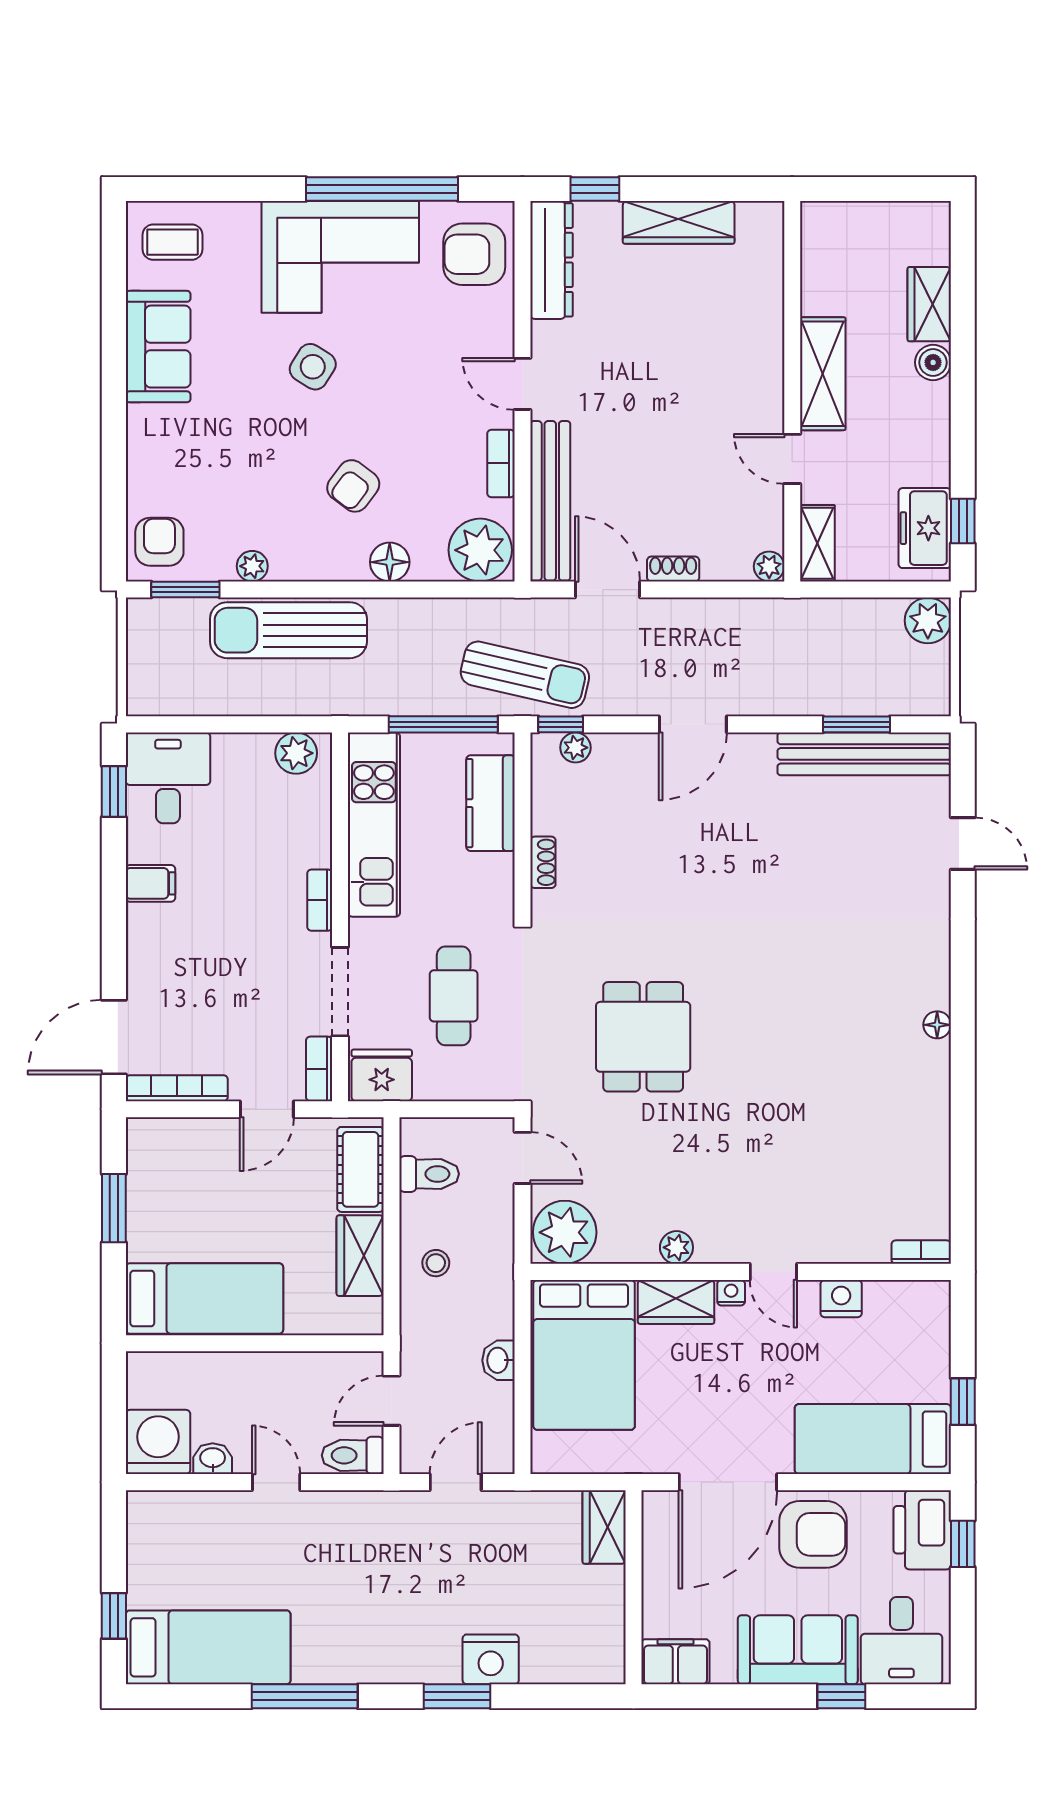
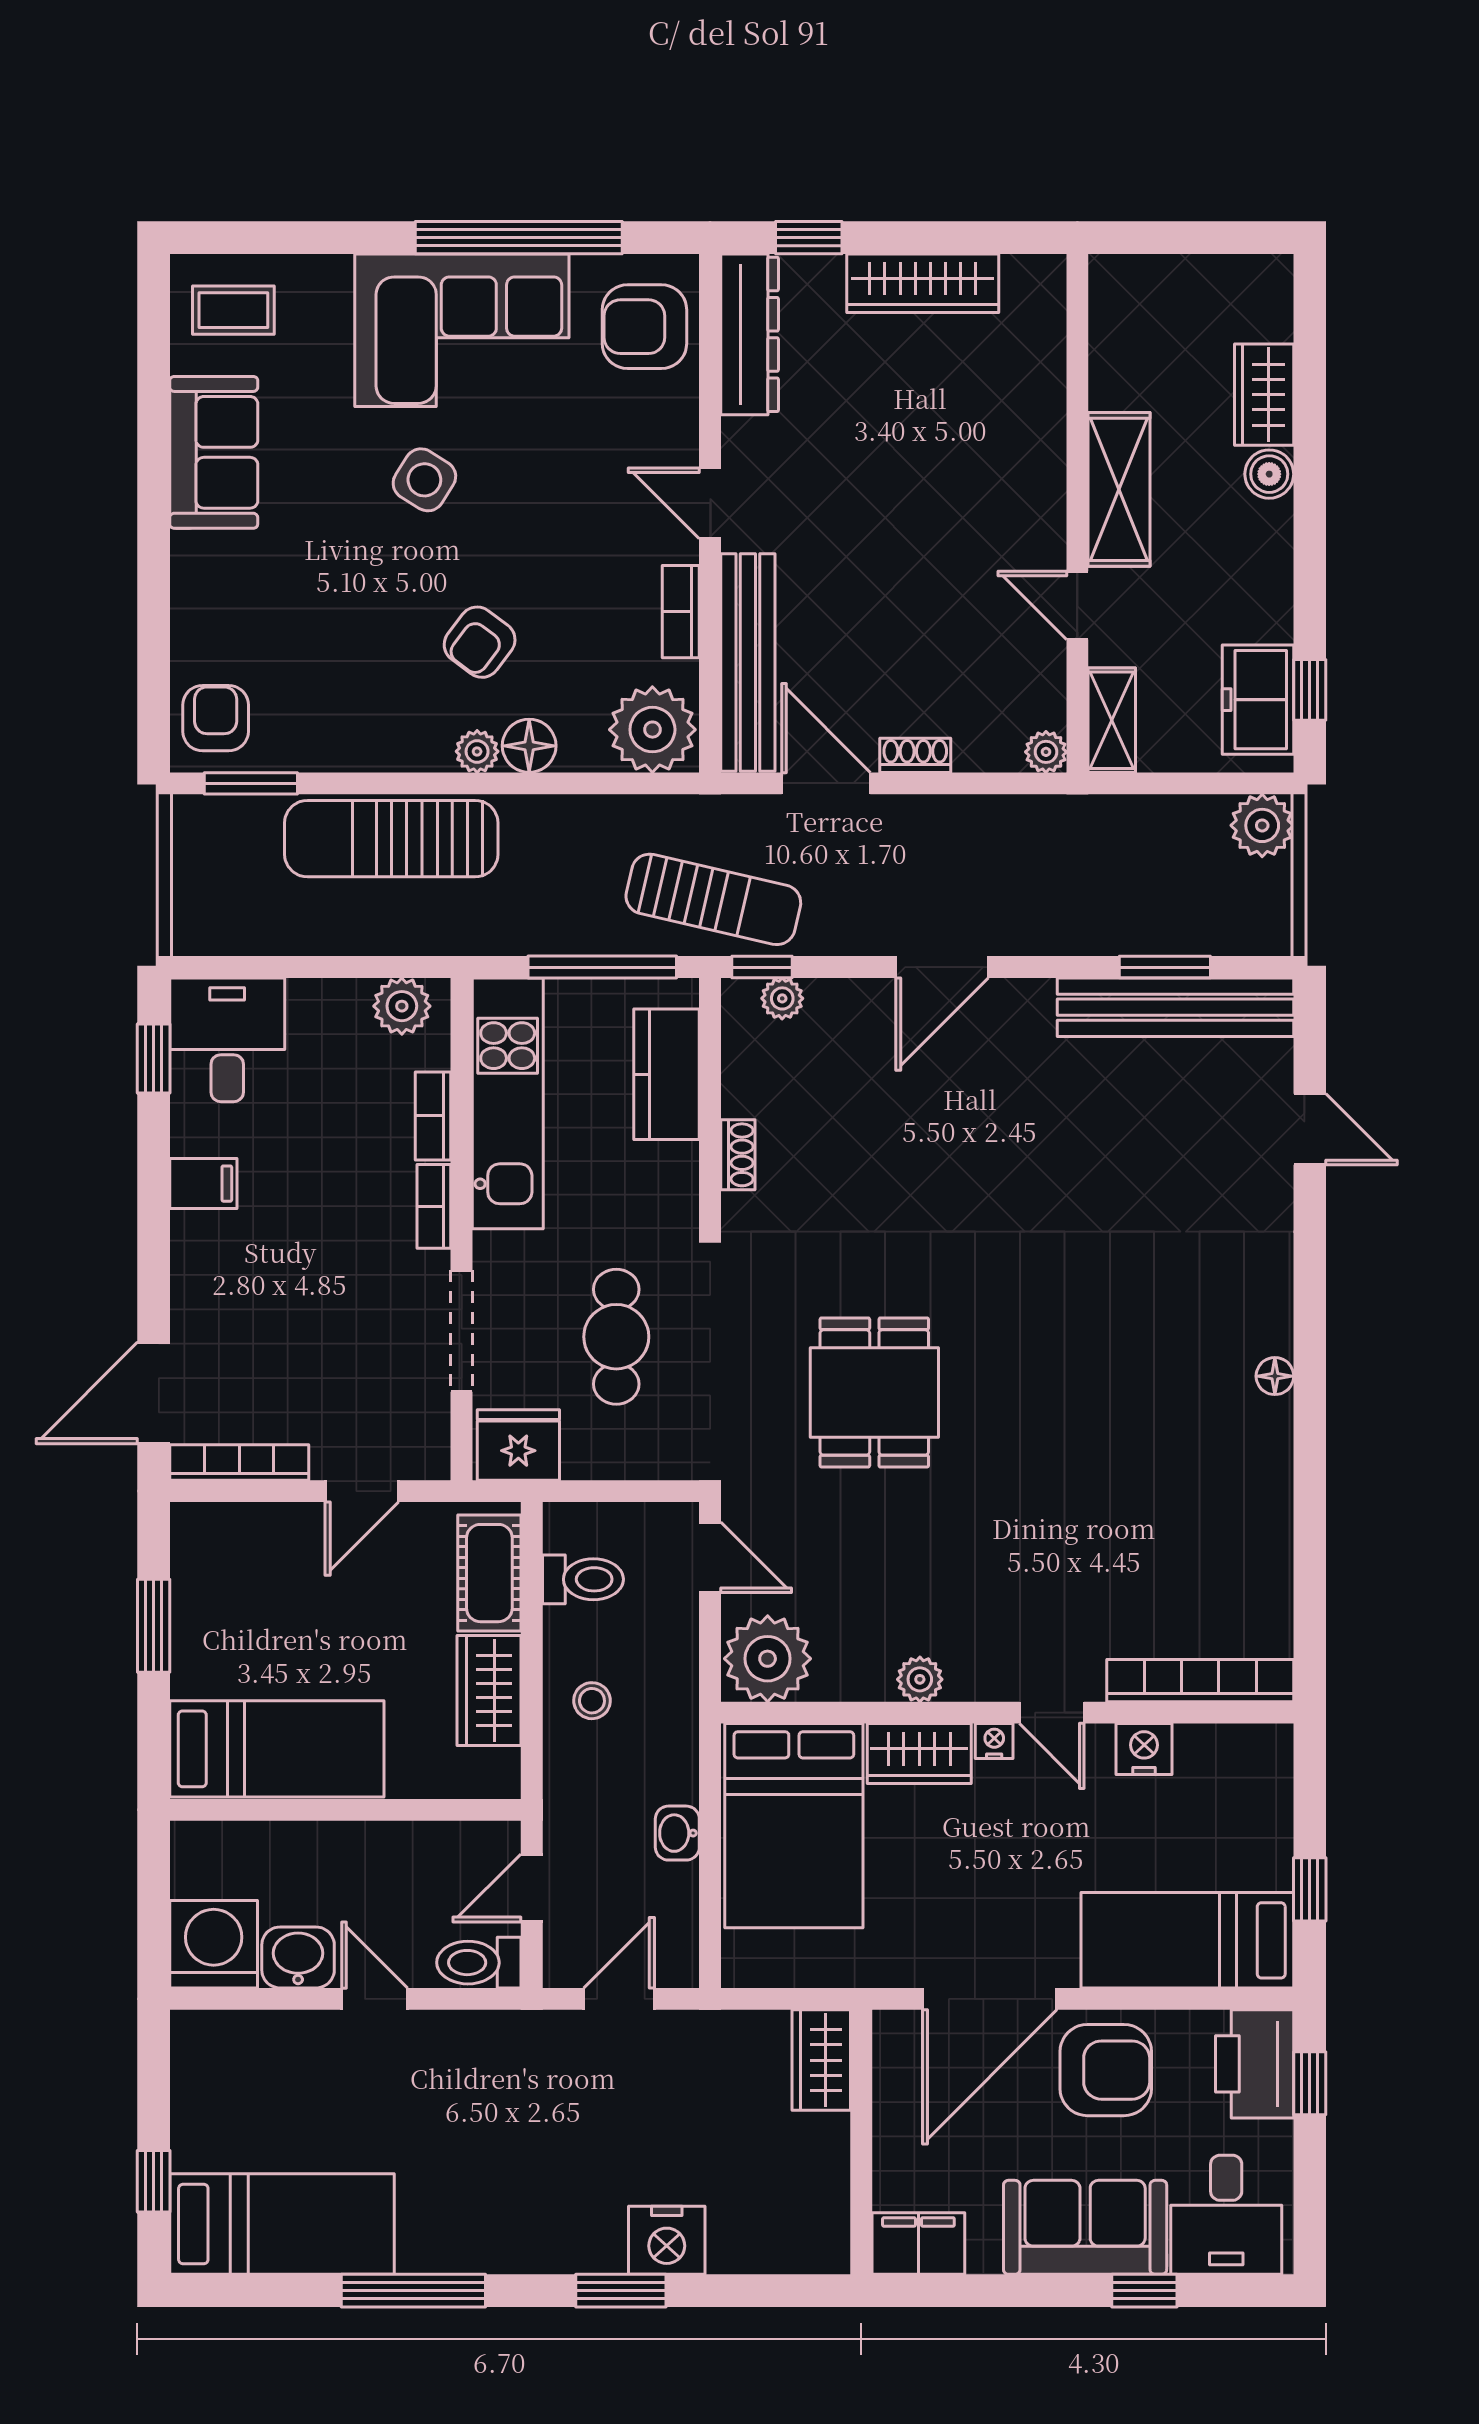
plant: (252, 566) -> (477, 751), moved
bookcase: (319, 1069) -> (433, 1116), moved
bookcase: (921, 1252) -> (1200, 1681), width x2.31, depth x1.31
washbasin: (213, 1459) -> (298, 1957), width x1.38, depth x1.45

